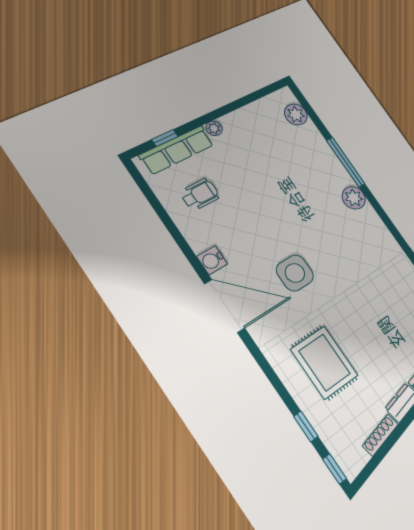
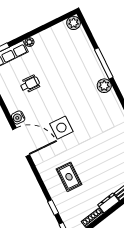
plant: (296, 114) -> (74, 23), moved
wheelchair: (200, 194) -> (30, 84), moved
rug: (324, 362) -> (69, 177), width x0.73, depth x0.70

